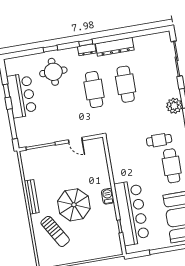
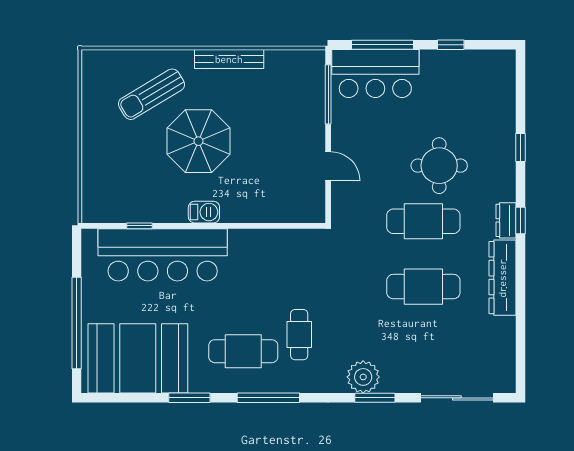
round table: (53, 72) -> (439, 166), moved
bar counter: (22, 95) -> (375, 73), moved
door: (75, 140) -> (328, 166), swing flipped

